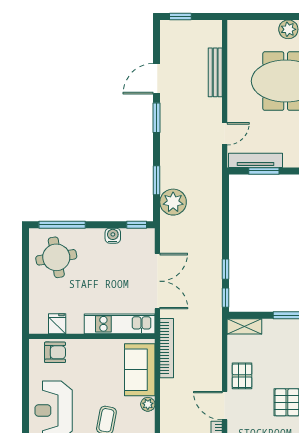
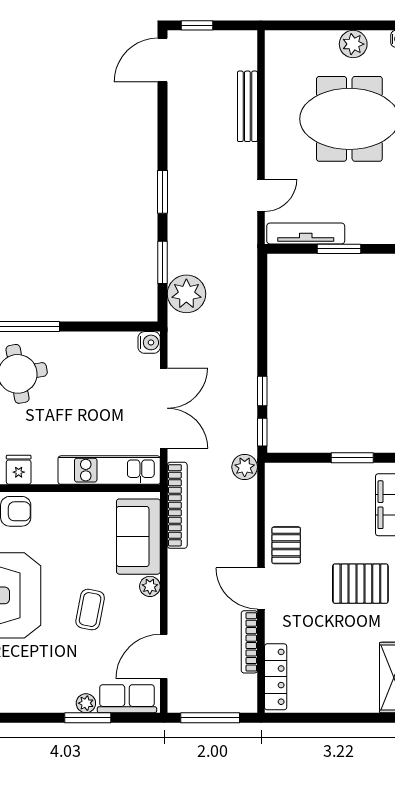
door: (157, 79) -> (163, 60), moved
window: (157, 118) -> (163, 192), moved
window: (264, 171) -> (339, 249), moved
window: (137, 225) -> (134, 327), removed
water cooler: (113, 236) -> (149, 342), moved, turned 90
plant: (213, 322) -> (245, 467), added
shelving: (244, 326) -> (290, 474), removed

